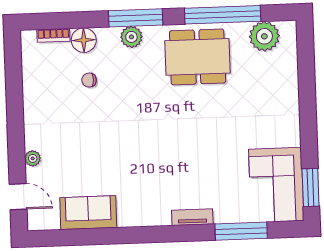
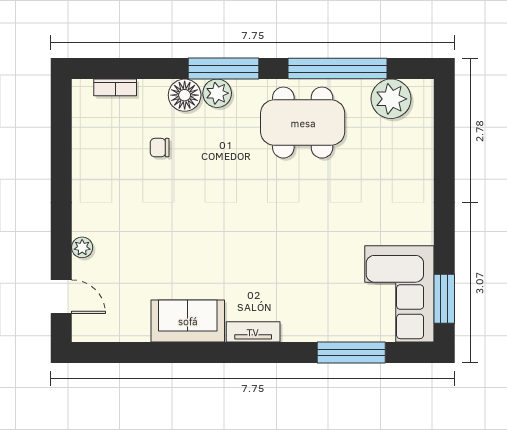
floor lamp: (84, 40) -> (185, 95), moved
sofa: (88, 213) -> (188, 321), moved
tv unit: (192, 217) -> (253, 332), moved

